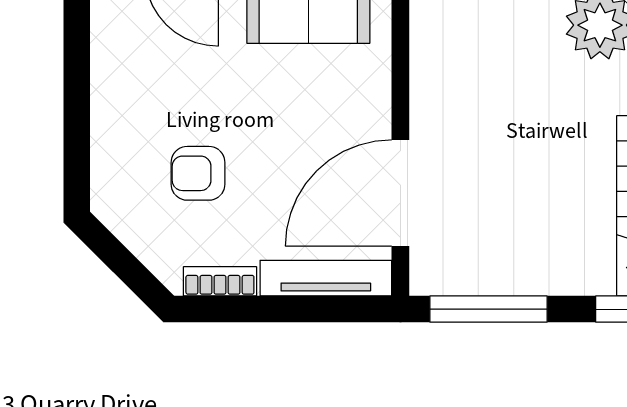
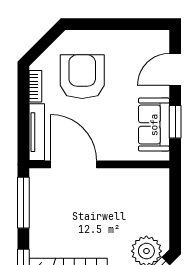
armchair: (198, 173) -> (82, 77), width x1.88, depth x1.88

